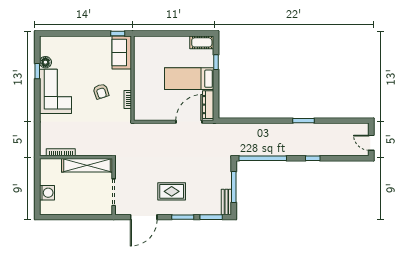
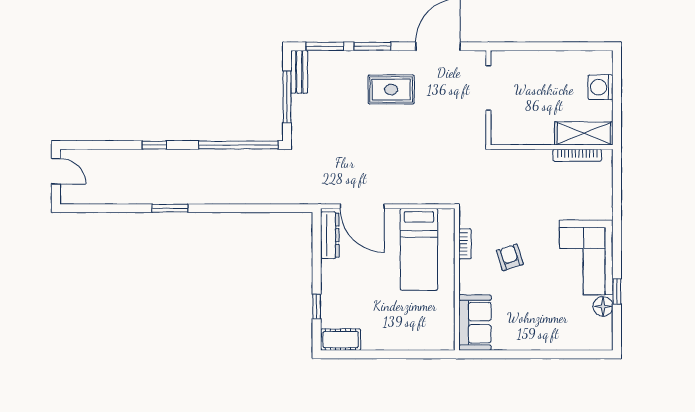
window: (118, 34) -> (482, 354), removed
bed: (189, 79) -> (419, 249), moved, turned 90
door: (189, 122) -> (362, 206), hinge flipped
shelving: (87, 165) -> (584, 133), moved, width x0.68

